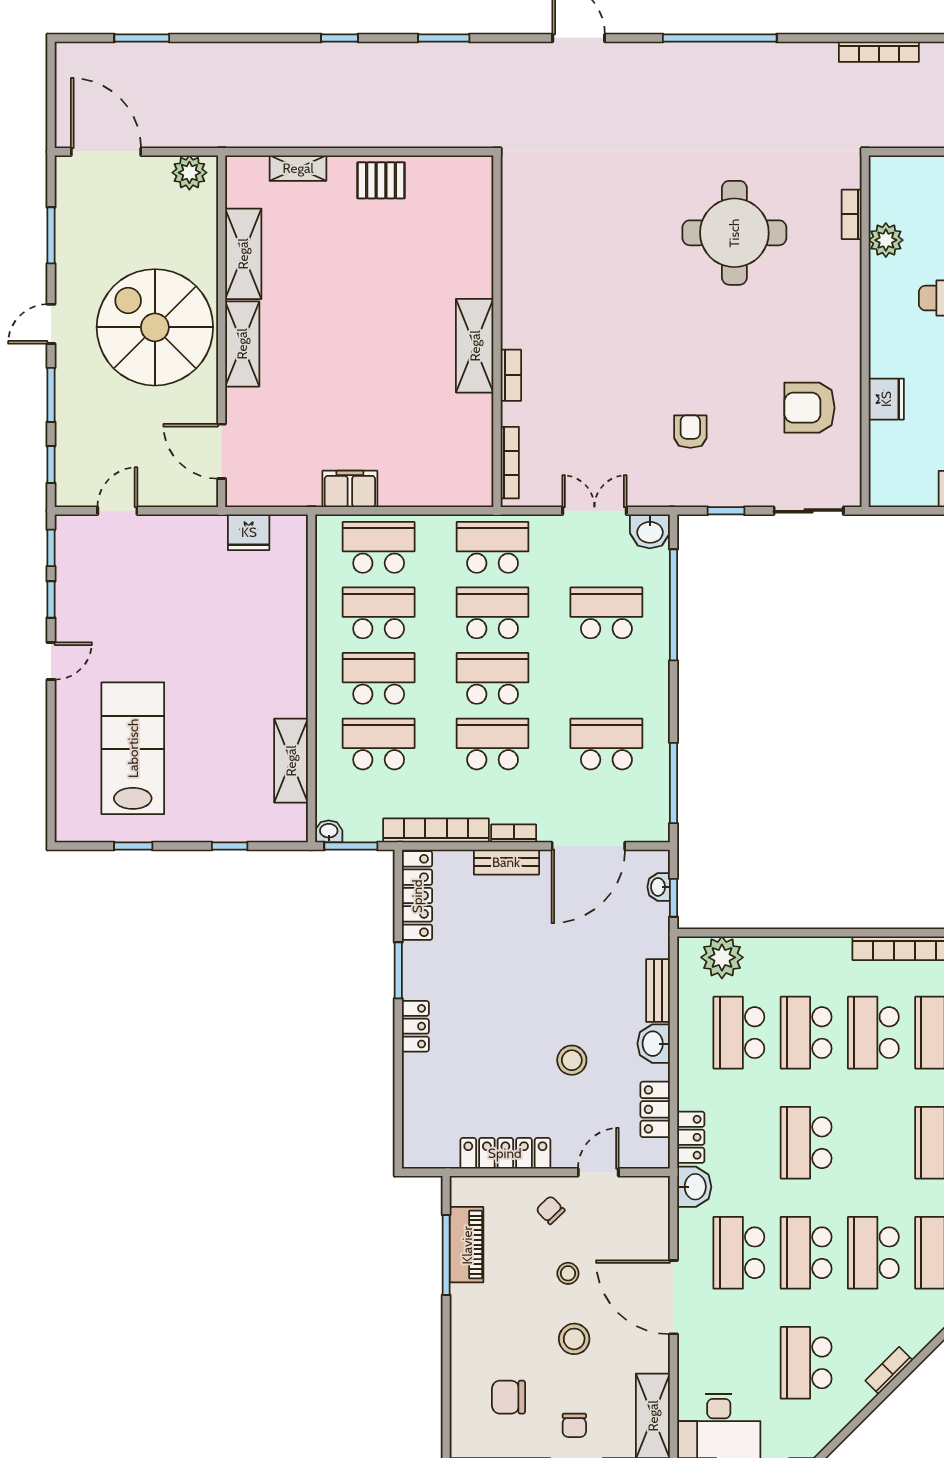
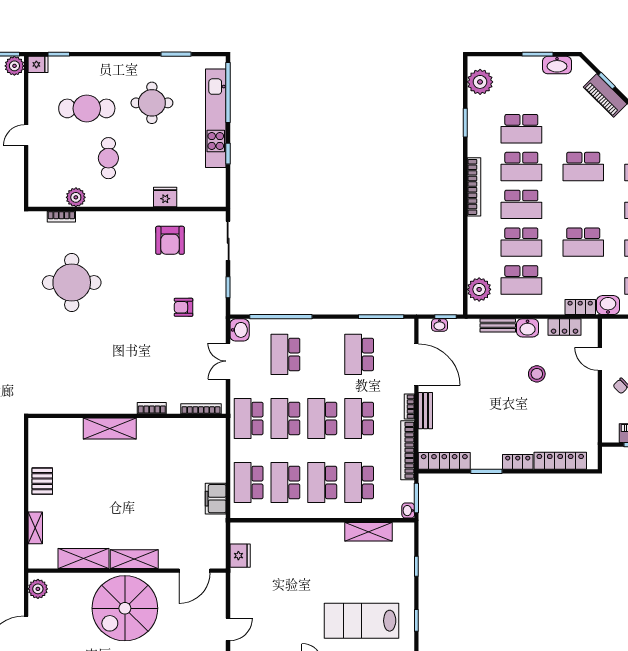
shelving: (475, 346) -> (110, 428), moved
door: (117, 511) -> (228, 629), swing flipped
locker: (505, 1153) -> (560, 461), moved, turned 90

